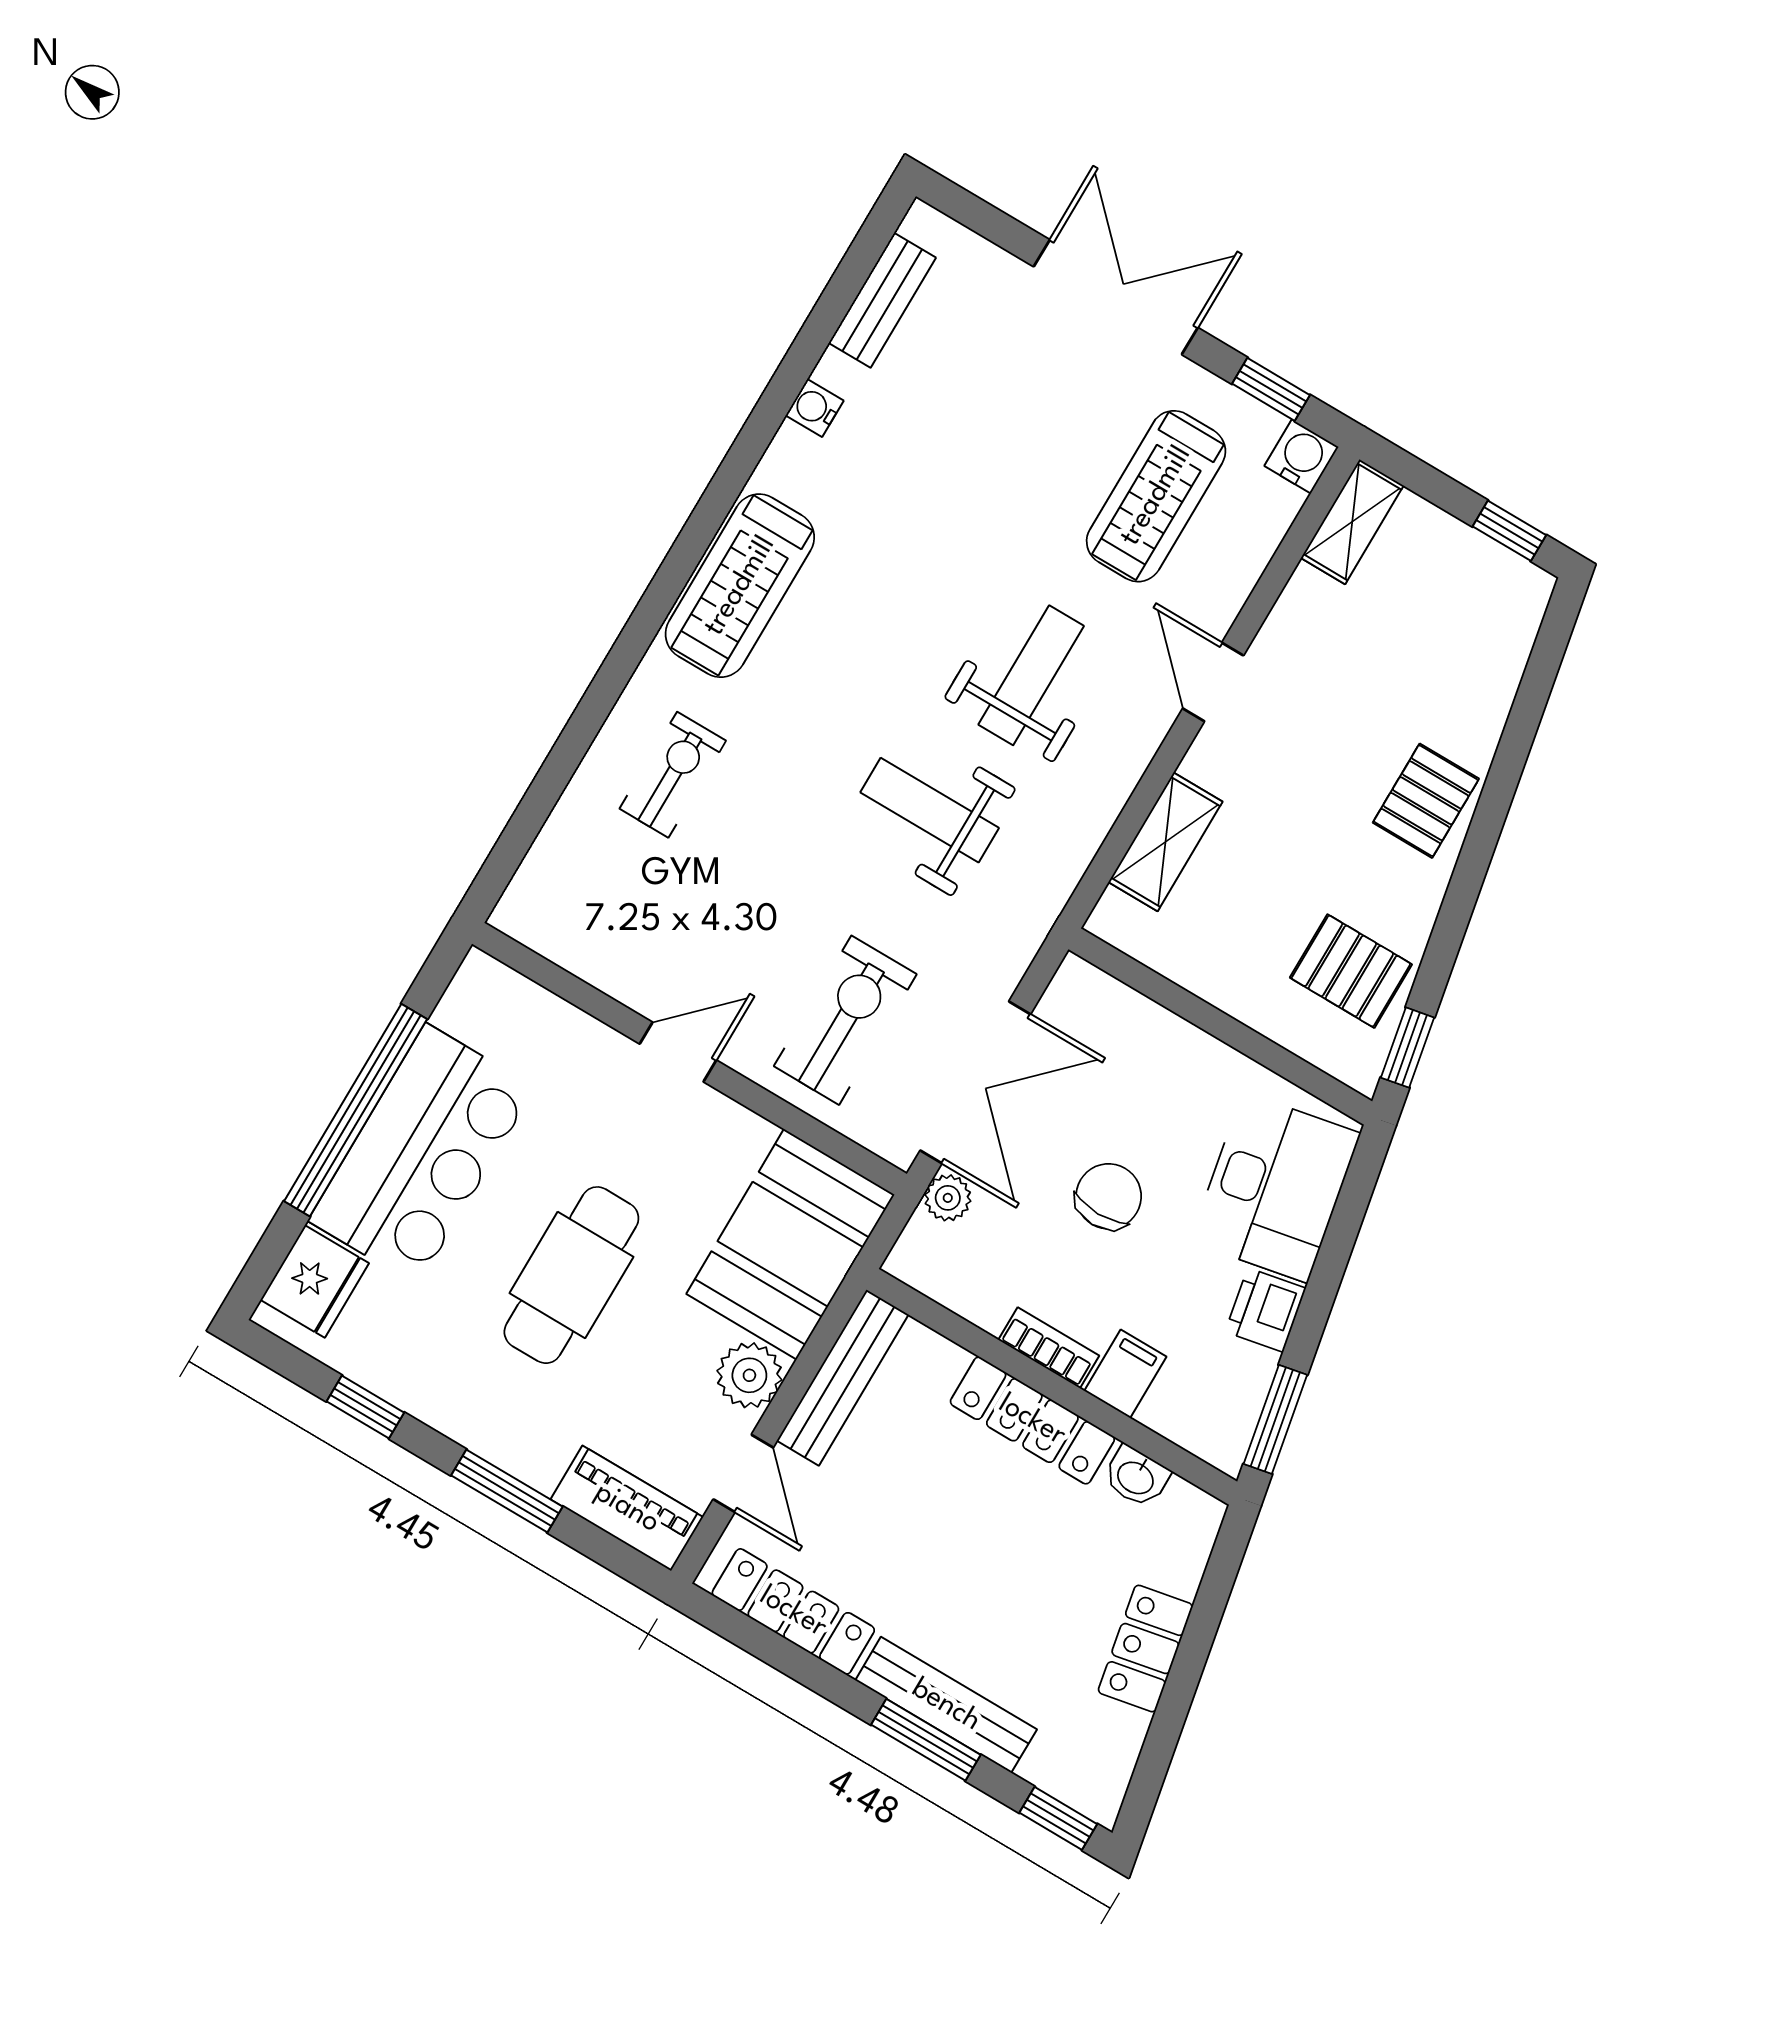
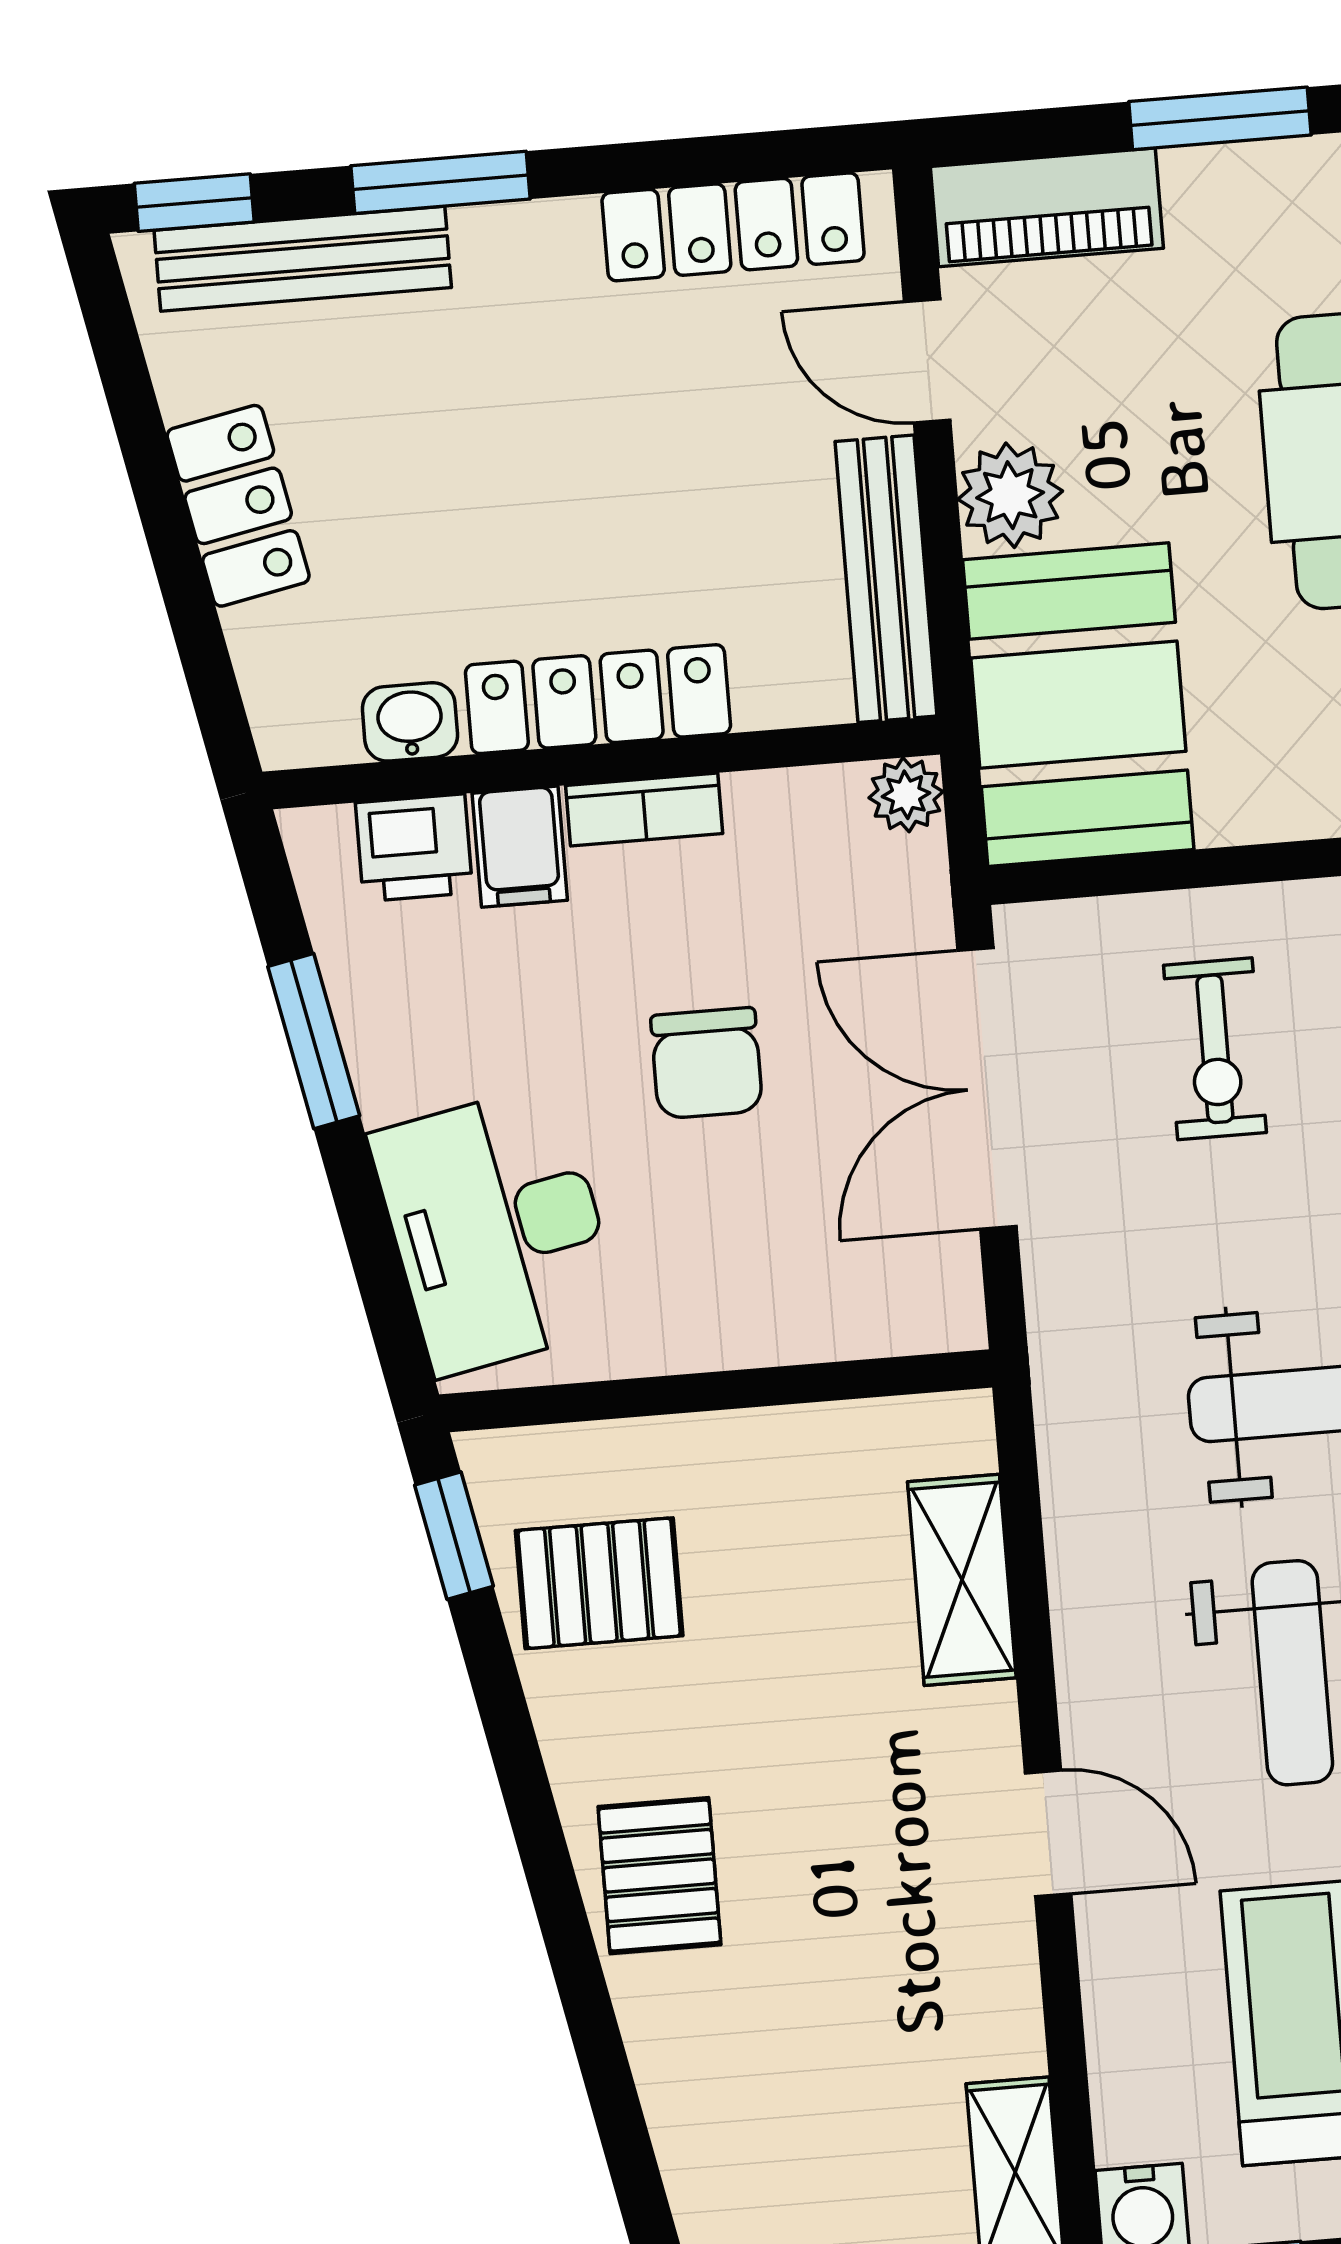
exercise bike: (845, 1020) -> (1215, 1049), width x0.73, depth x0.72
plant: (948, 1198) -> (906, 795), moved
printer: (1265, 1310) -> (414, 848), moved, turned 101
window: (1275, 1419) -> (314, 1041), moved
bench: (946, 1705) -> (303, 259), moved

